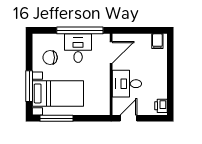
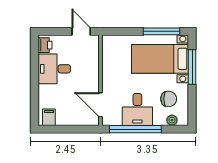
plant: (47, 39) -> (172, 120), added
door: (111, 52) -> (100, 105), hinge flipped
desk: (127, 84) -> (54, 69), moved, turned 180
door: (129, 118) -> (81, 31), swing flipped

